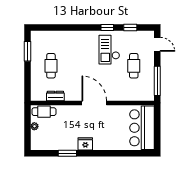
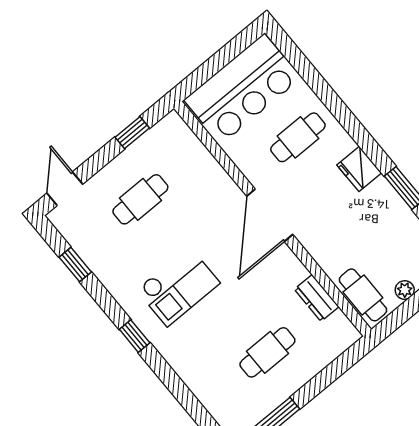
window: (107, 28) -> (135, 336), moved
checkout: (109, 50) -> (178, 286), moved
window: (157, 81) -> (132, 133), width x0.46
cafe table: (112, 133) -> (298, 137), added

